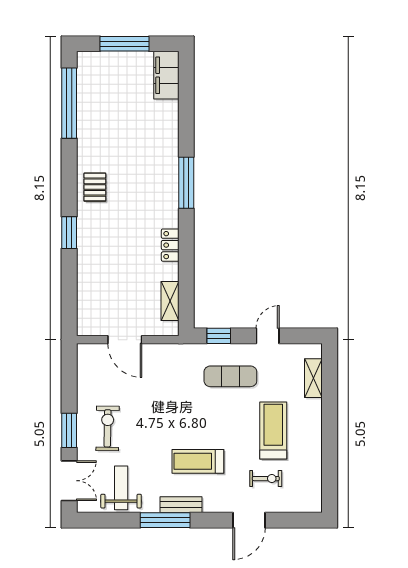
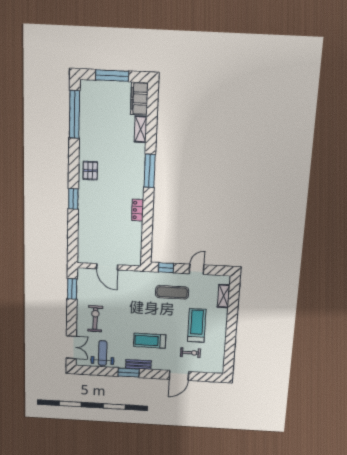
shelving: (170, 301) -> (141, 129), moved
window: (69, 430) -> (72, 289), moved
window: (165, 520) -> (129, 373), width x0.69

